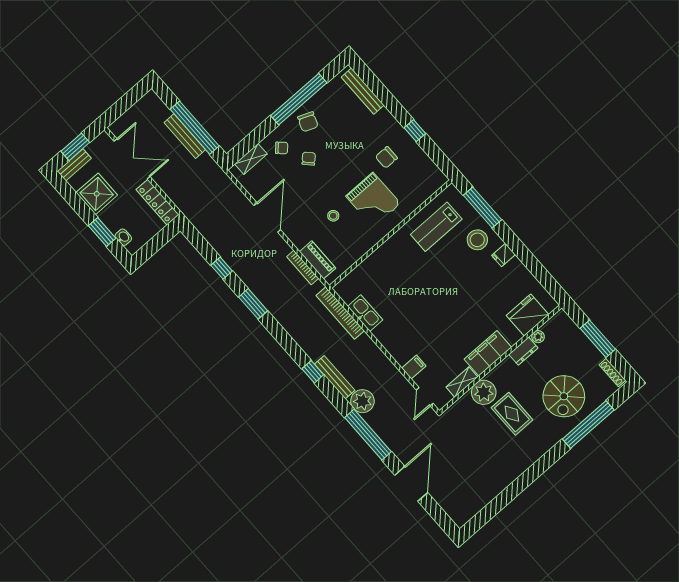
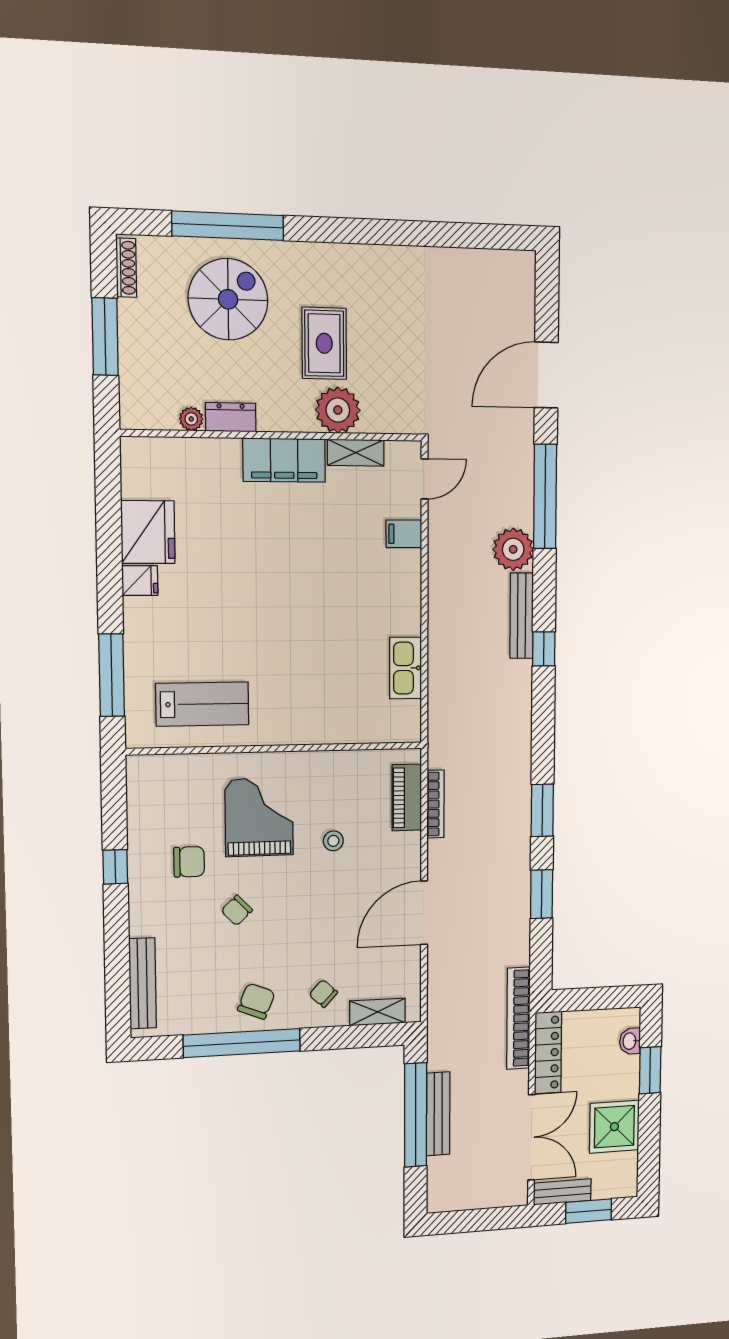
double door: (132, 159) -> (531, 1137), swing flipped
chair: (309, 159) -> (237, 910), moved
bench: (74, 165) -> (562, 1192), moved
stool: (477, 240) -> (159, 635), removed
window: (222, 268) -> (542, 894), width x1.50
bookcase: (340, 313) -> (518, 1018), moved, turned 180
fridge: (527, 315) -> (148, 532), moved, turned -90

